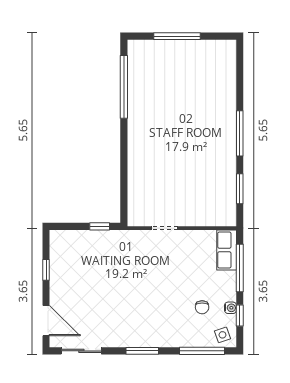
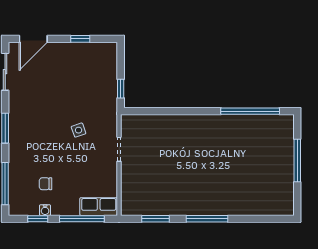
side table: (222, 335) -> (79, 130), moved

